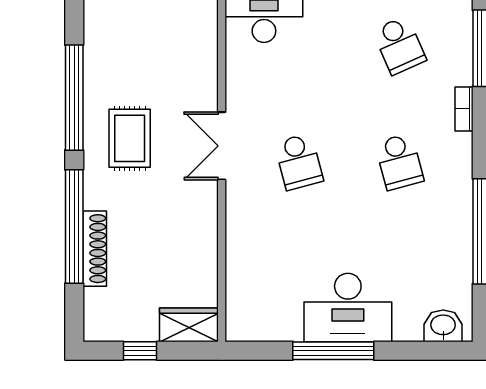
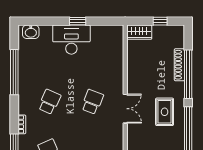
school desk: (299, 162) -> (92, 102), turned 36
school desk: (399, 162) -> (49, 102), turned 39
window: (333, 351) -> (78, 21), width x0.46

